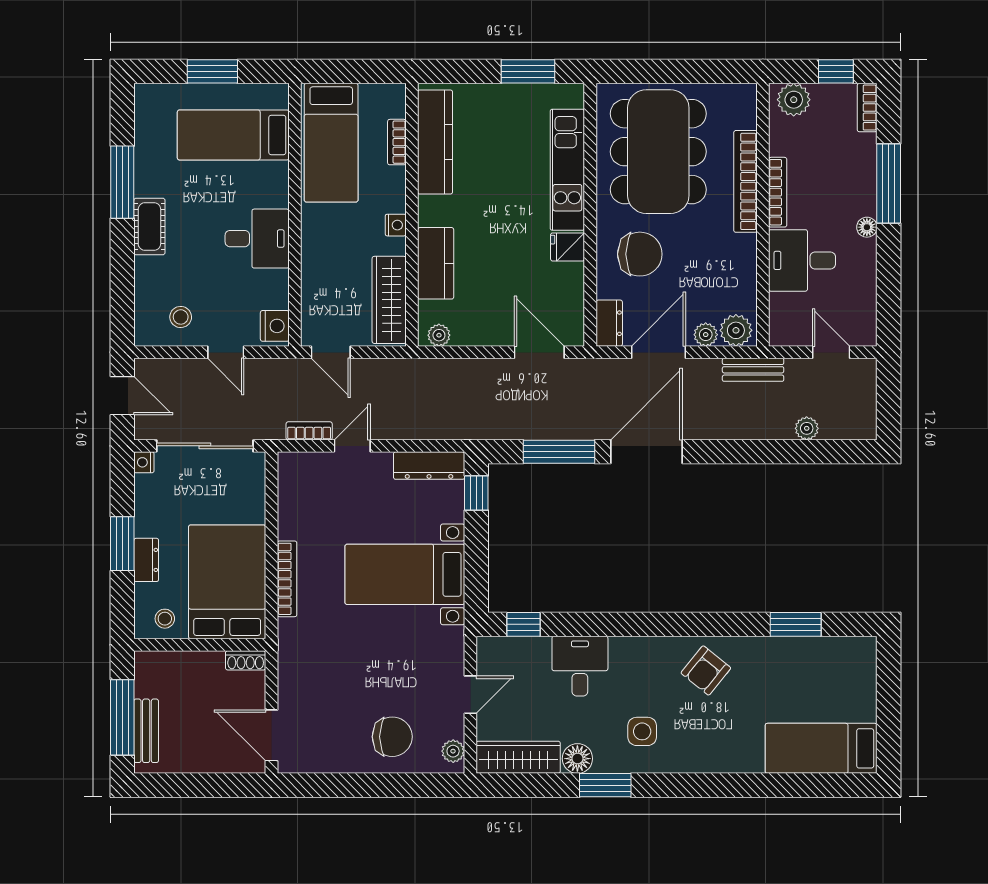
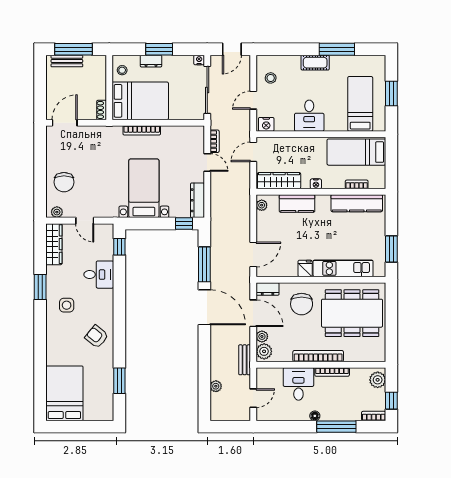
bookcase: (745, 181) -> (318, 356), moved
bed: (821, 748) -> (64, 393), width x1.50
floor lamp: (577, 759) -> (53, 273), removed

